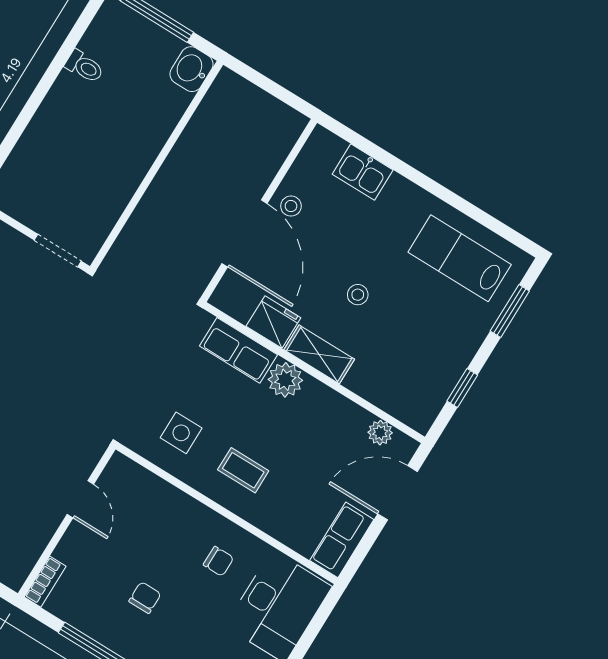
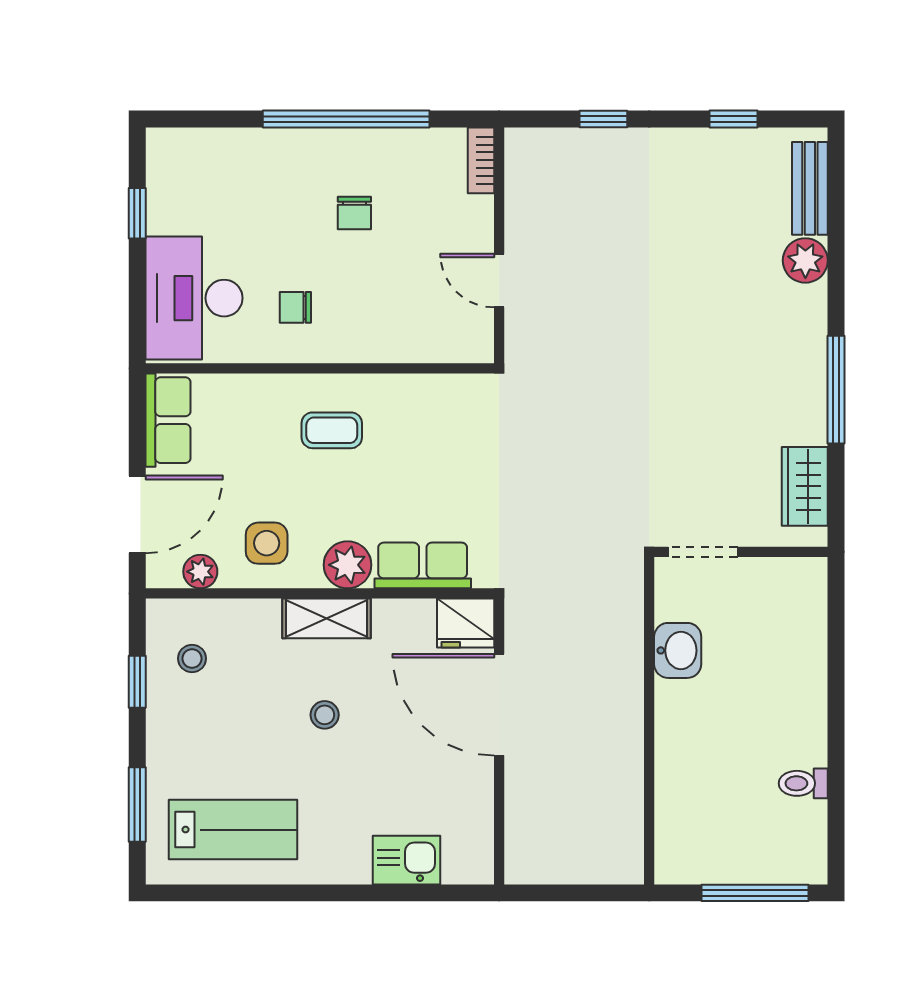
washbasin: (191, 69) -> (678, 650), moved
stool: (291, 206) -> (192, 658), moved
fridge: (273, 322) -> (466, 623), moved
side table: (181, 433) -> (267, 543), moved

